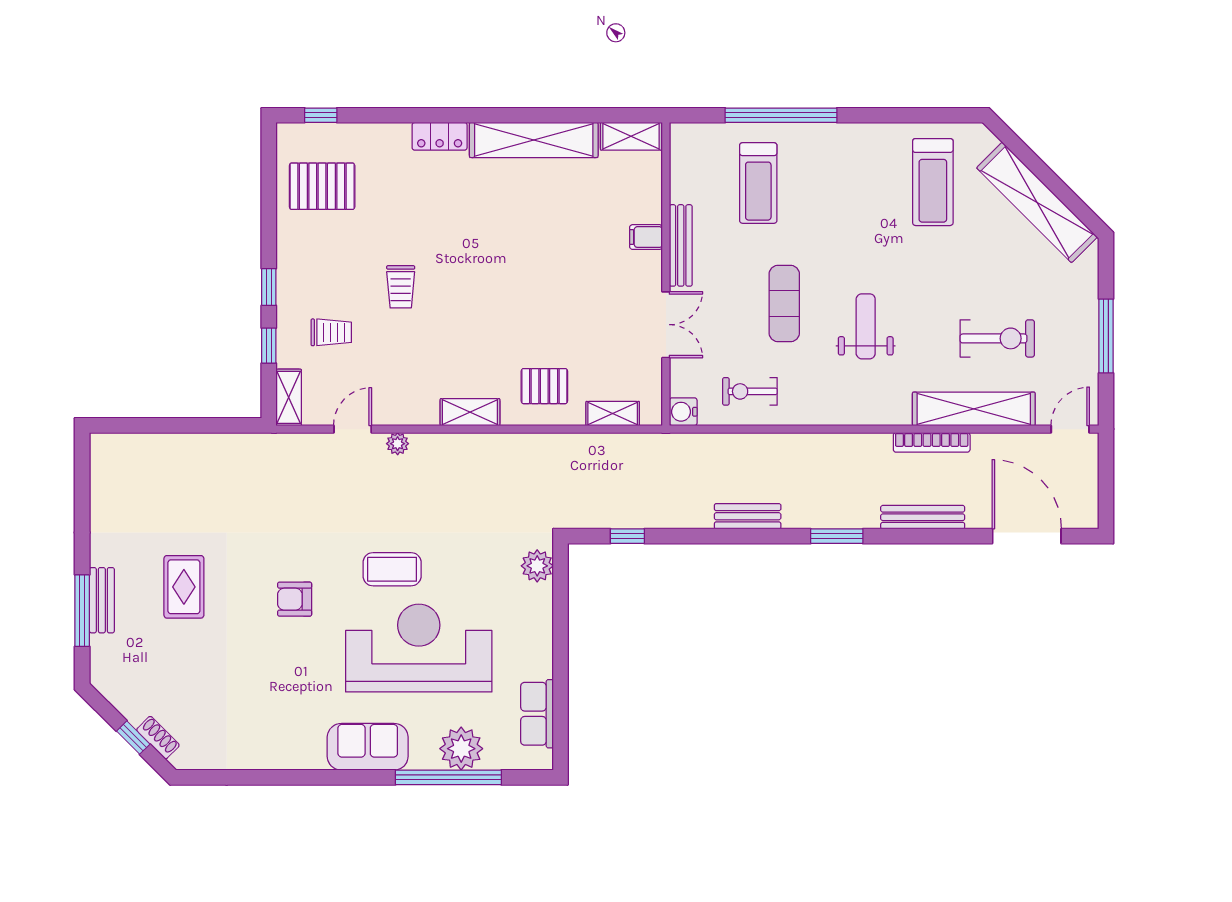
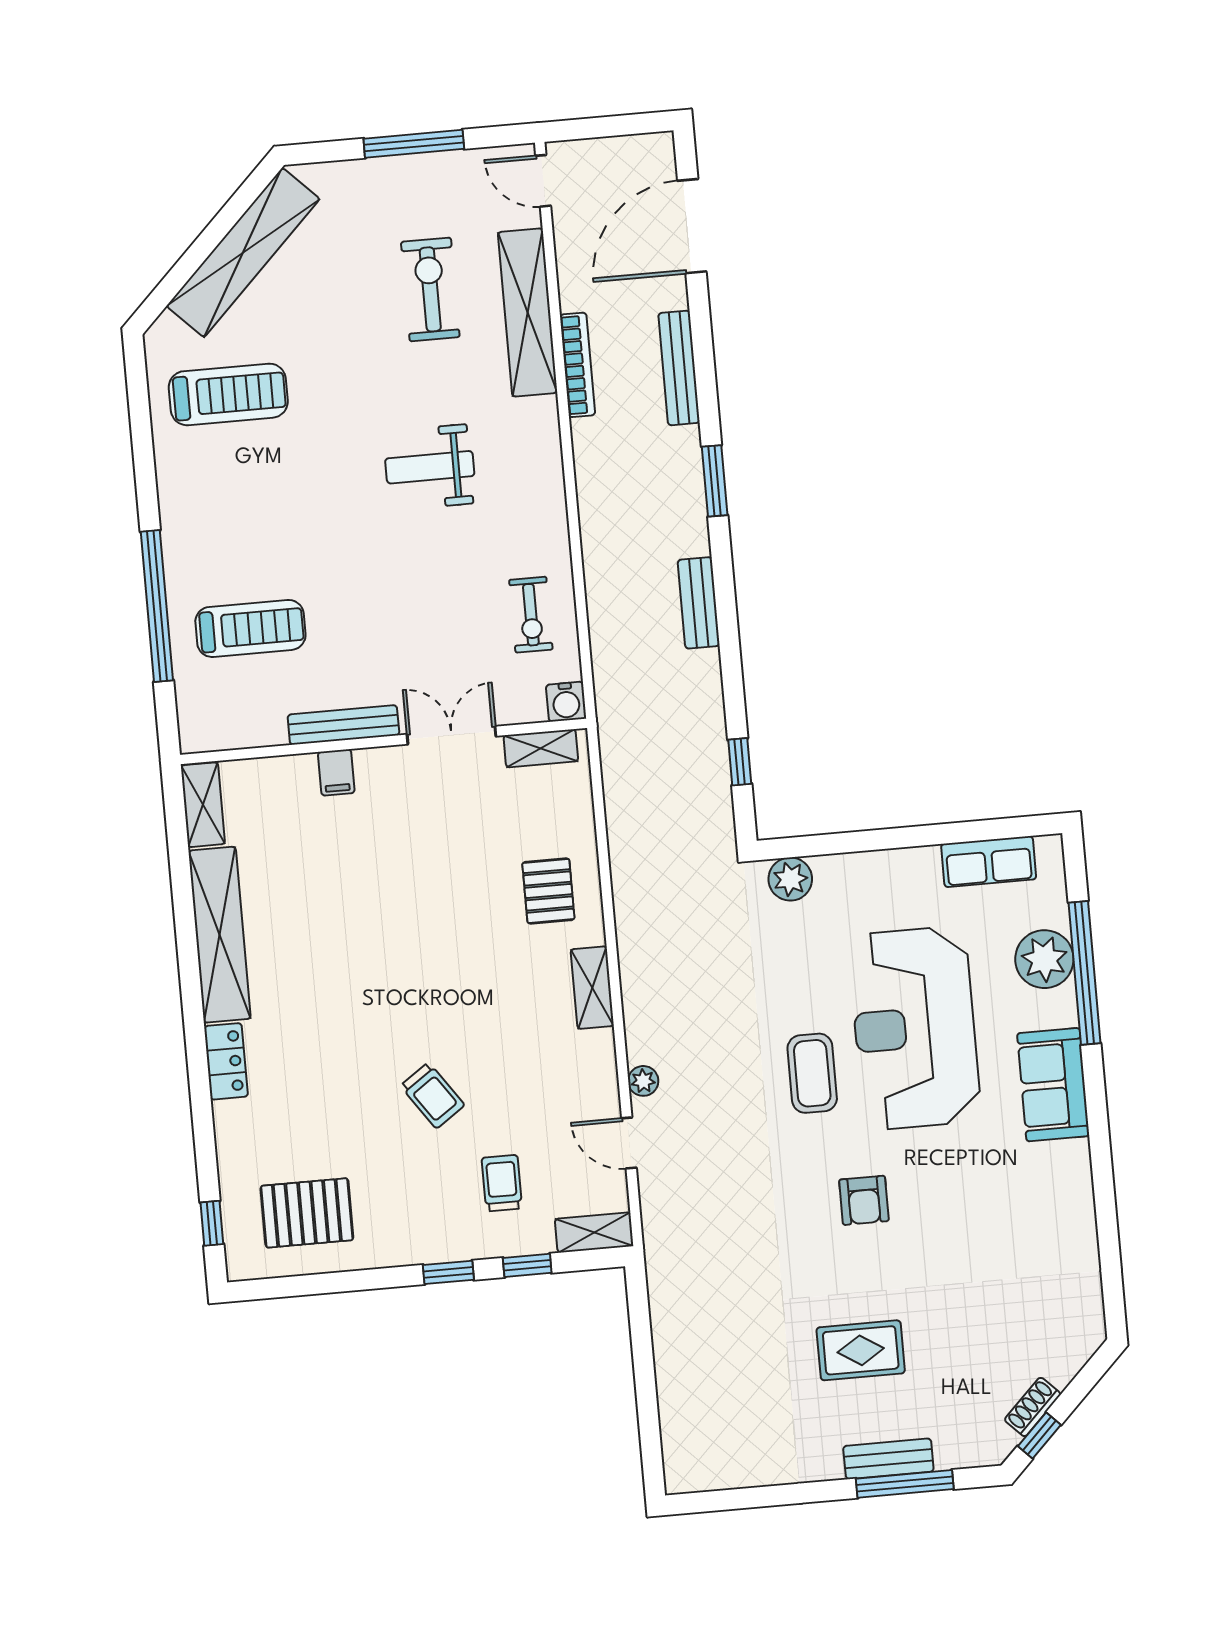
pallet: (322, 186) -> (307, 1213), turned 90
trolley: (401, 287) -> (432, 1096), turned 55
exercise mat: (784, 303) -> (409, 579), removed
shelving: (613, 414) -> (541, 748), moved, turned 90
window: (133, 738) -> (1039, 1435), moved
shoe rack: (158, 738) -> (1033, 1407), moved

